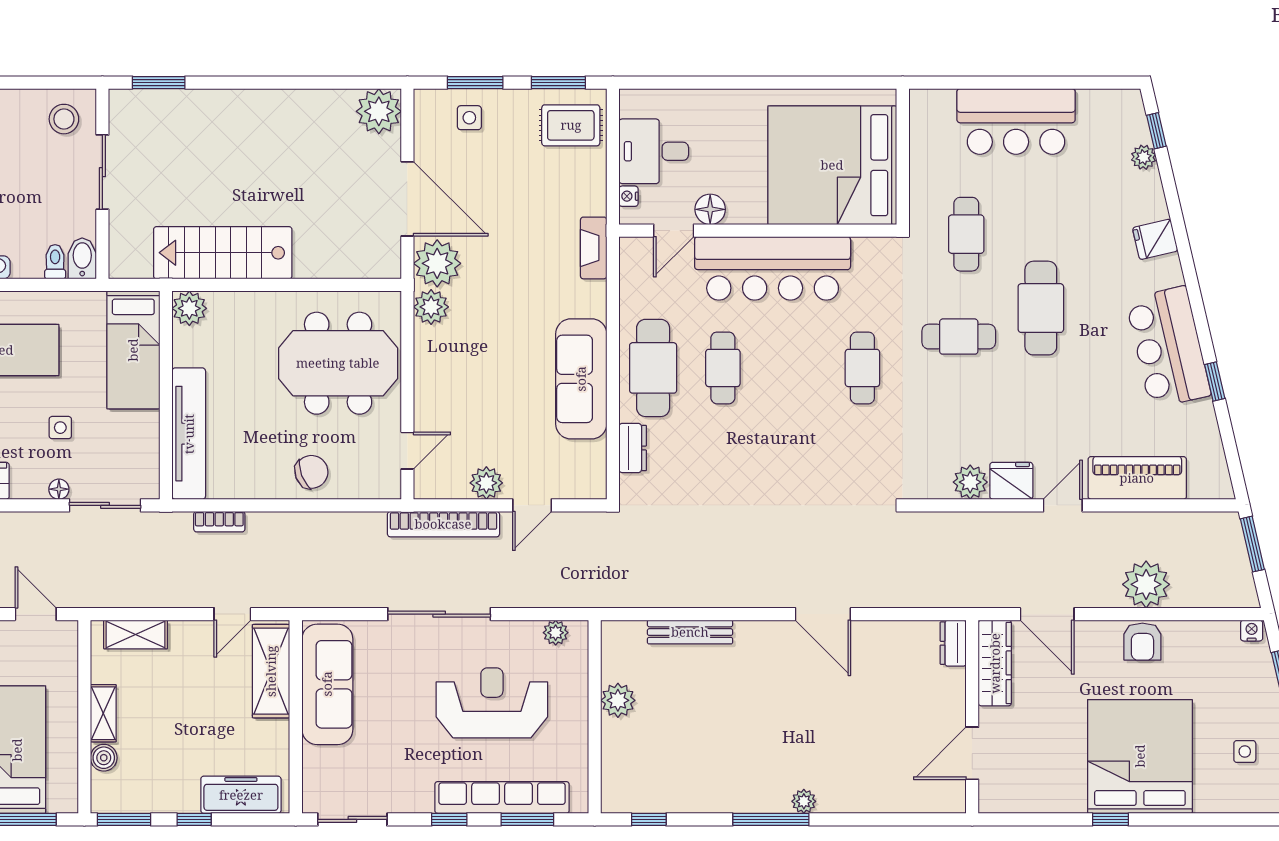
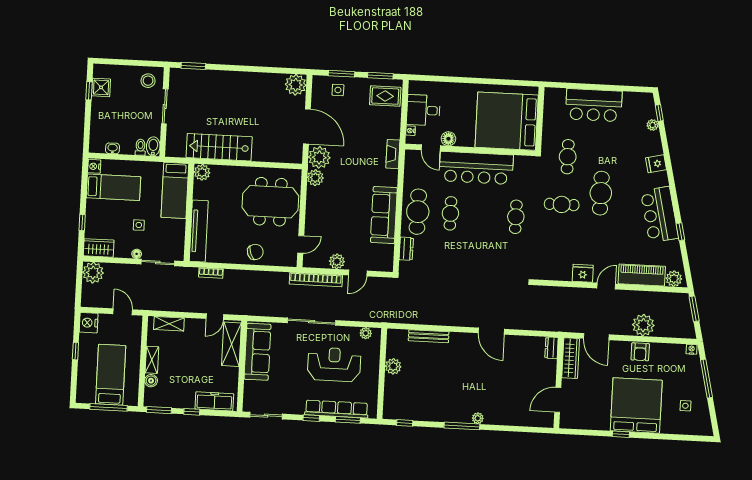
door: (674, 231) -> (431, 148), hinge flipped
plant: (970, 482) -> (674, 279), moved

